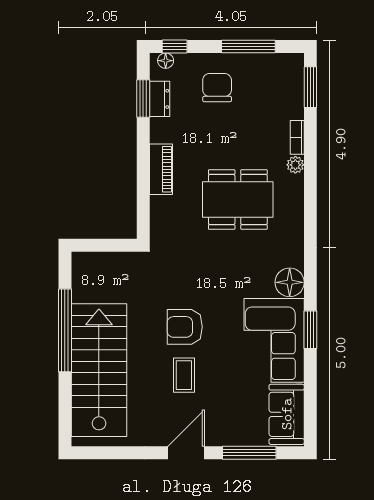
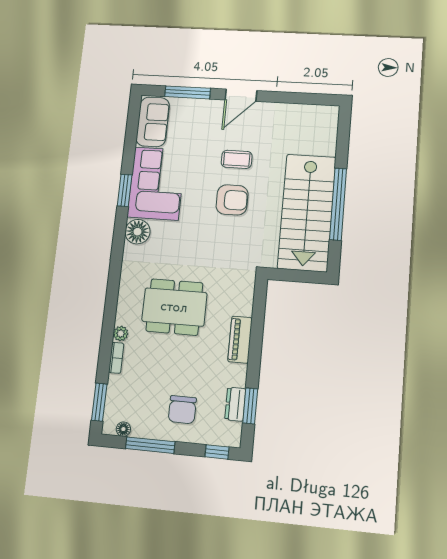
floor lamp: (166, 61) -> (123, 429), moved
stairs: (99, 370) -> (307, 212), moved
coffee table: (184, 375) -> (237, 159), turned 90

